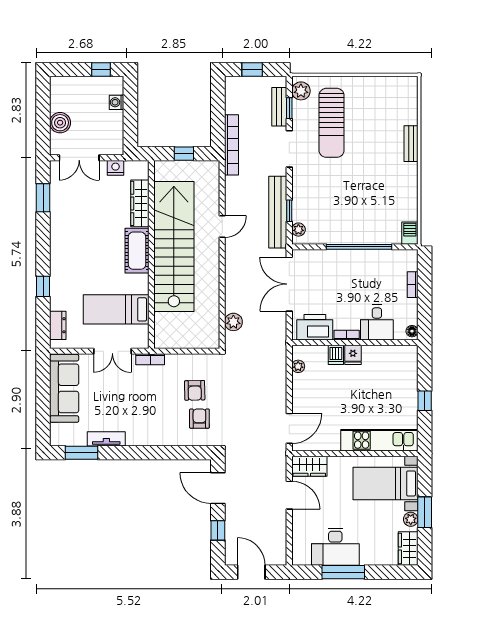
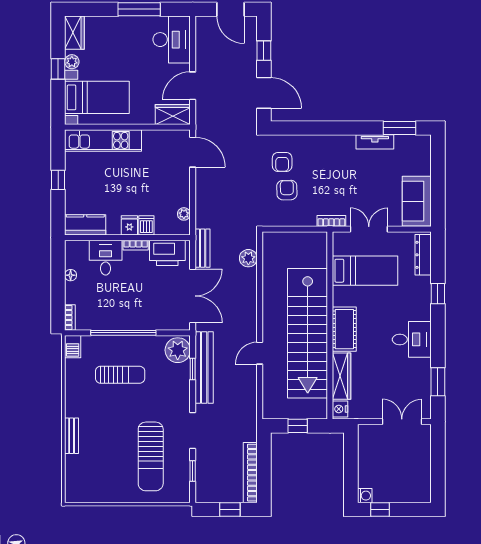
plant: (301, 91) -> (181, 488), removed
washing machine: (116, 102) -> (365, 496), moved
bench: (279, 107) -> (203, 248), moved
boiler: (60, 123) -> (421, 457), removed
sun lounger: (332, 123) -> (151, 456), turned 180
bookcase: (231, 145) -> (250, 473), moved
nightstand: (116, 168) -> (340, 409), moved, turned 90
sun lounger: (362, 205) -> (120, 375), added
plant: (298, 230) -> (178, 350), width x1.88, depth x1.88
desk: (69, 240) -> (412, 339), added
bookcase: (413, 285) -> (70, 317), moved
dresser: (58, 325) -> (423, 255), width x1.44
floor lamp: (412, 331) -> (71, 275), moved
kitchen counter: (397, 355) -> (85, 225), added
sofa: (64, 388) -> (417, 201), width x0.73
door: (289, 428) -> (193, 152), swing flipped
door: (289, 495) -> (193, 86), hinge flipped
window: (425, 512) -> (58, 69), width x0.67
desk: (335, 547) -> (172, 40), moved, turned 90

